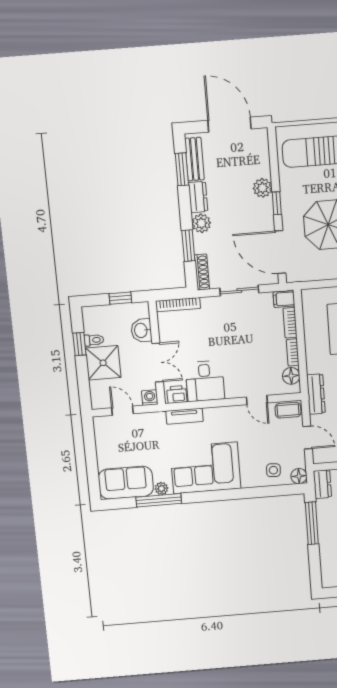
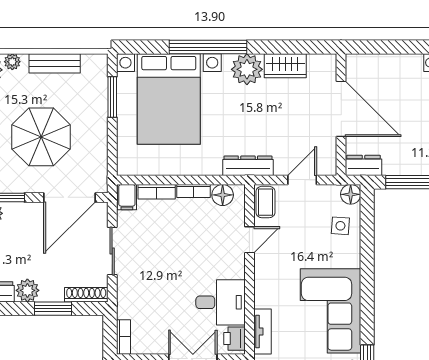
bookcase: (178, 305) -> (123, 337), width x0.64

